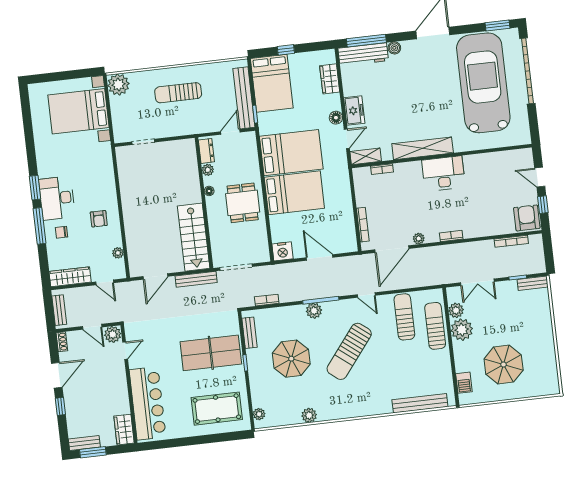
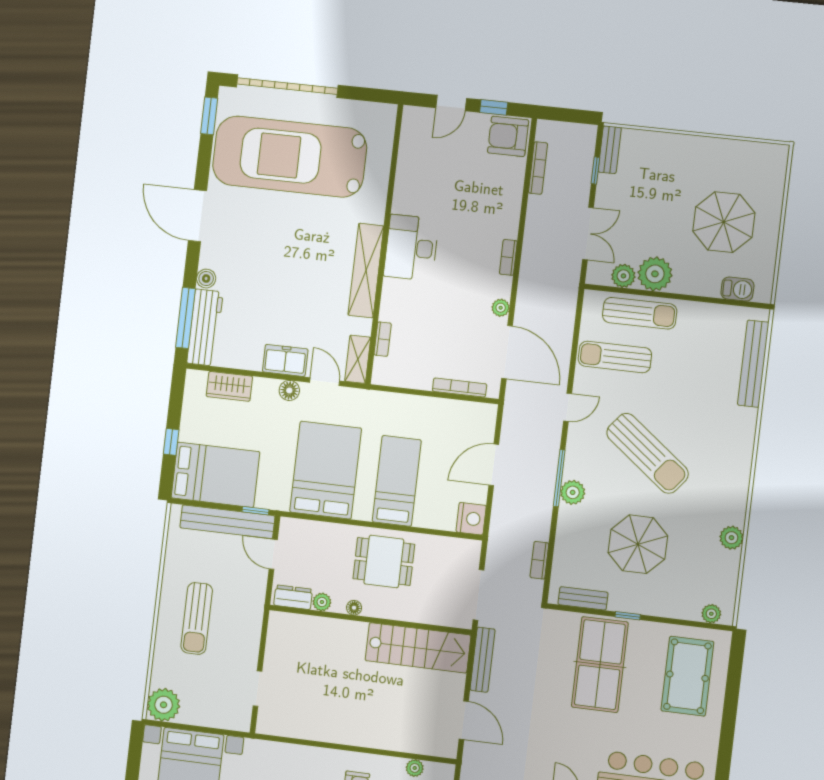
bed: (294, 193) -> (397, 481), width x0.67
sun lounger: (435, 326) -> (640, 313), turned 180

